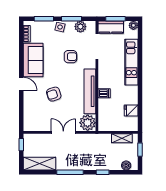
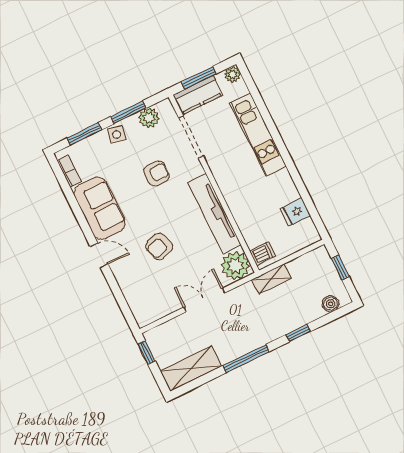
dishwasher: (104, 93) -> (262, 253), moved
shelving: (122, 138) -> (271, 279), moved

